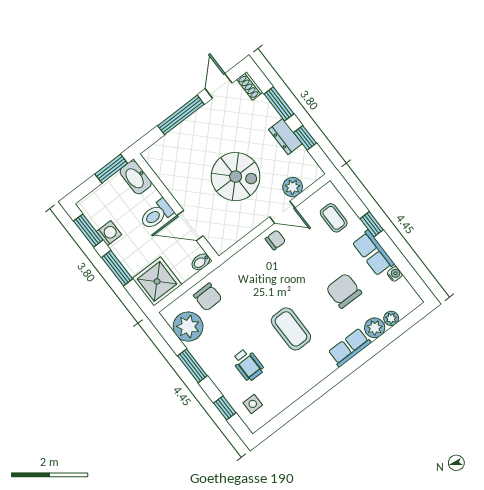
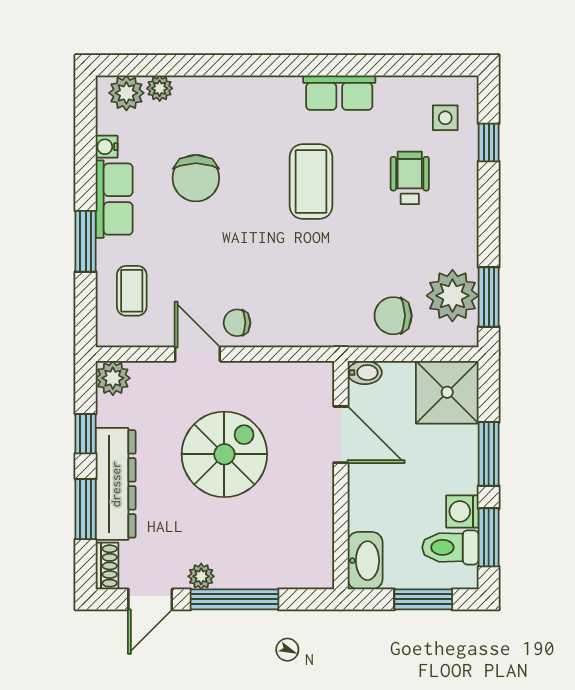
plant: (204, 114) -> (201, 576), added
dresser: (285, 137) -> (116, 484), width x1.96, depth x1.24
window: (111, 169) -> (423, 599), moved
spiral stairs: (236, 177) -> (224, 454), turned 90
plant: (293, 187) -> (113, 378), moved
toilet: (156, 214) -> (450, 547), moved, turned 180
window: (372, 224) -> (86, 241), width x1.50
chair: (208, 297) -> (393, 316), turned -89
plant: (375, 328) -> (126, 93), moved
row of seats: (349, 347) -> (339, 93), moved
window: (192, 366) -> (489, 297), moved

